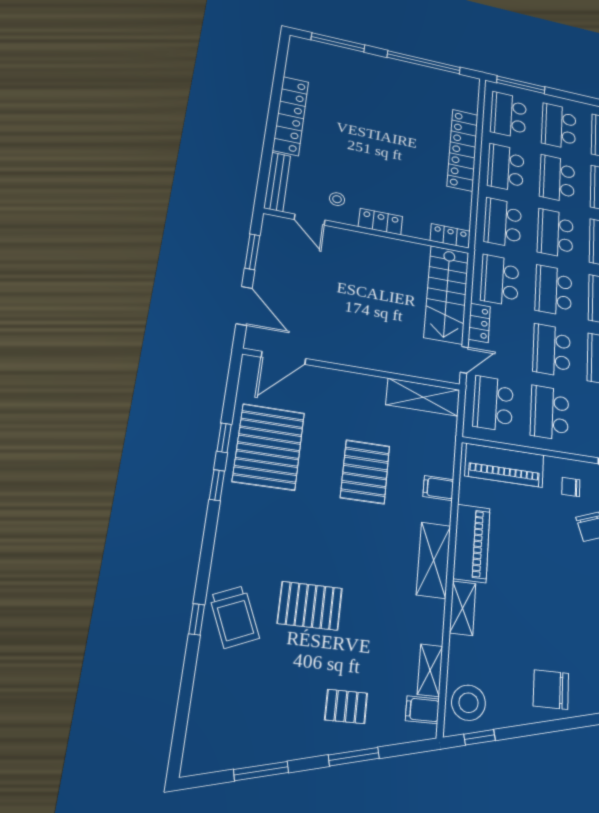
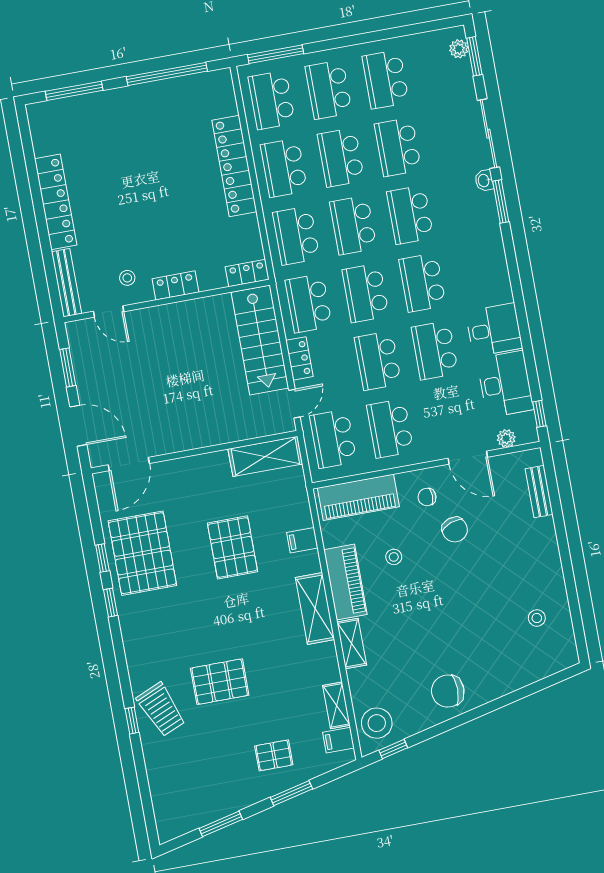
stool: (526, 534) -> (394, 557), added

